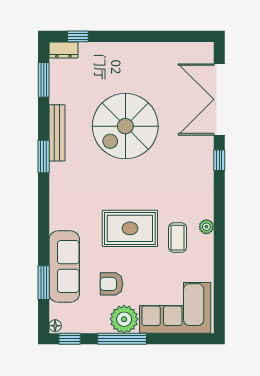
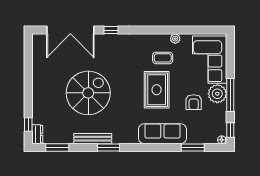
spiral stairs: (125, 126) -> (88, 93), turned -90
plant: (206, 227) -> (175, 39), moved
sofa: (64, 266) -> (162, 134), moved

